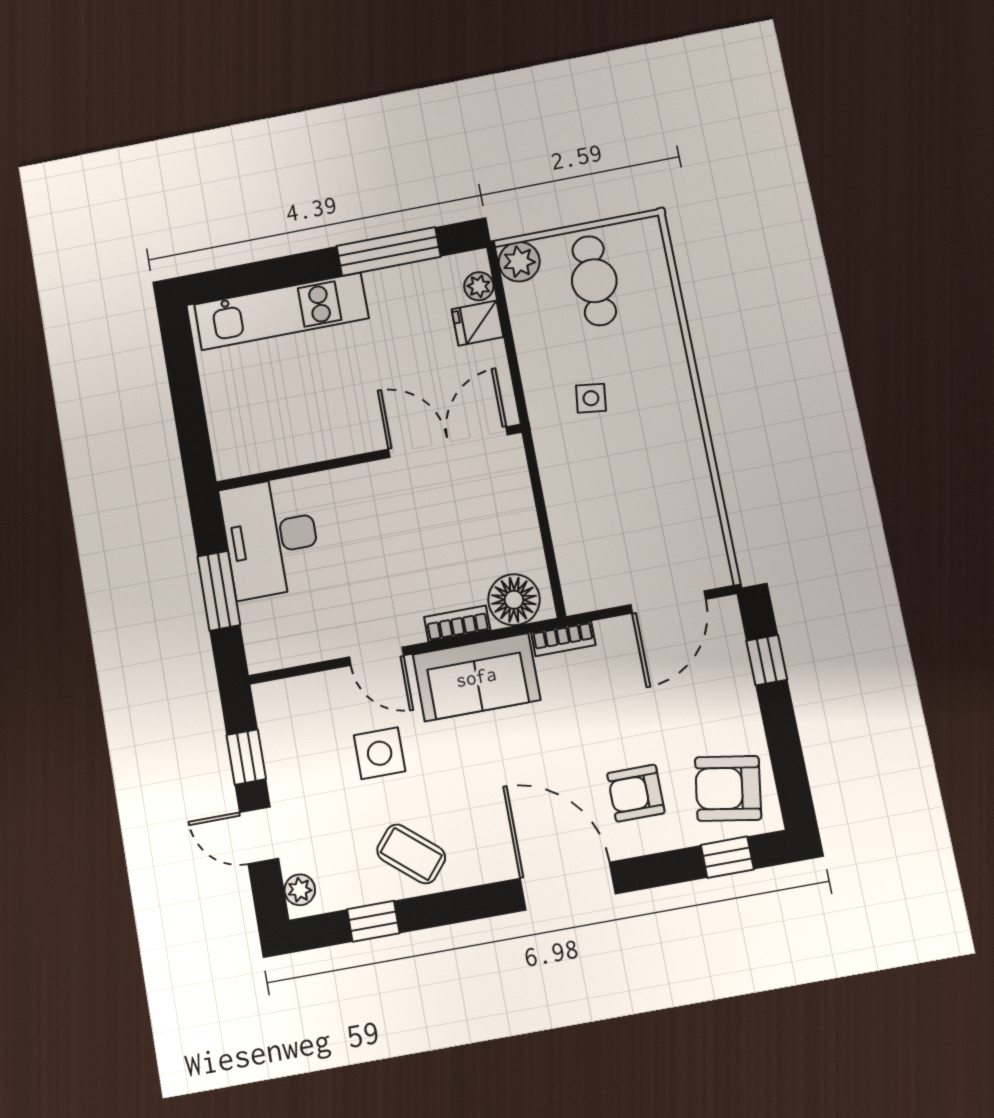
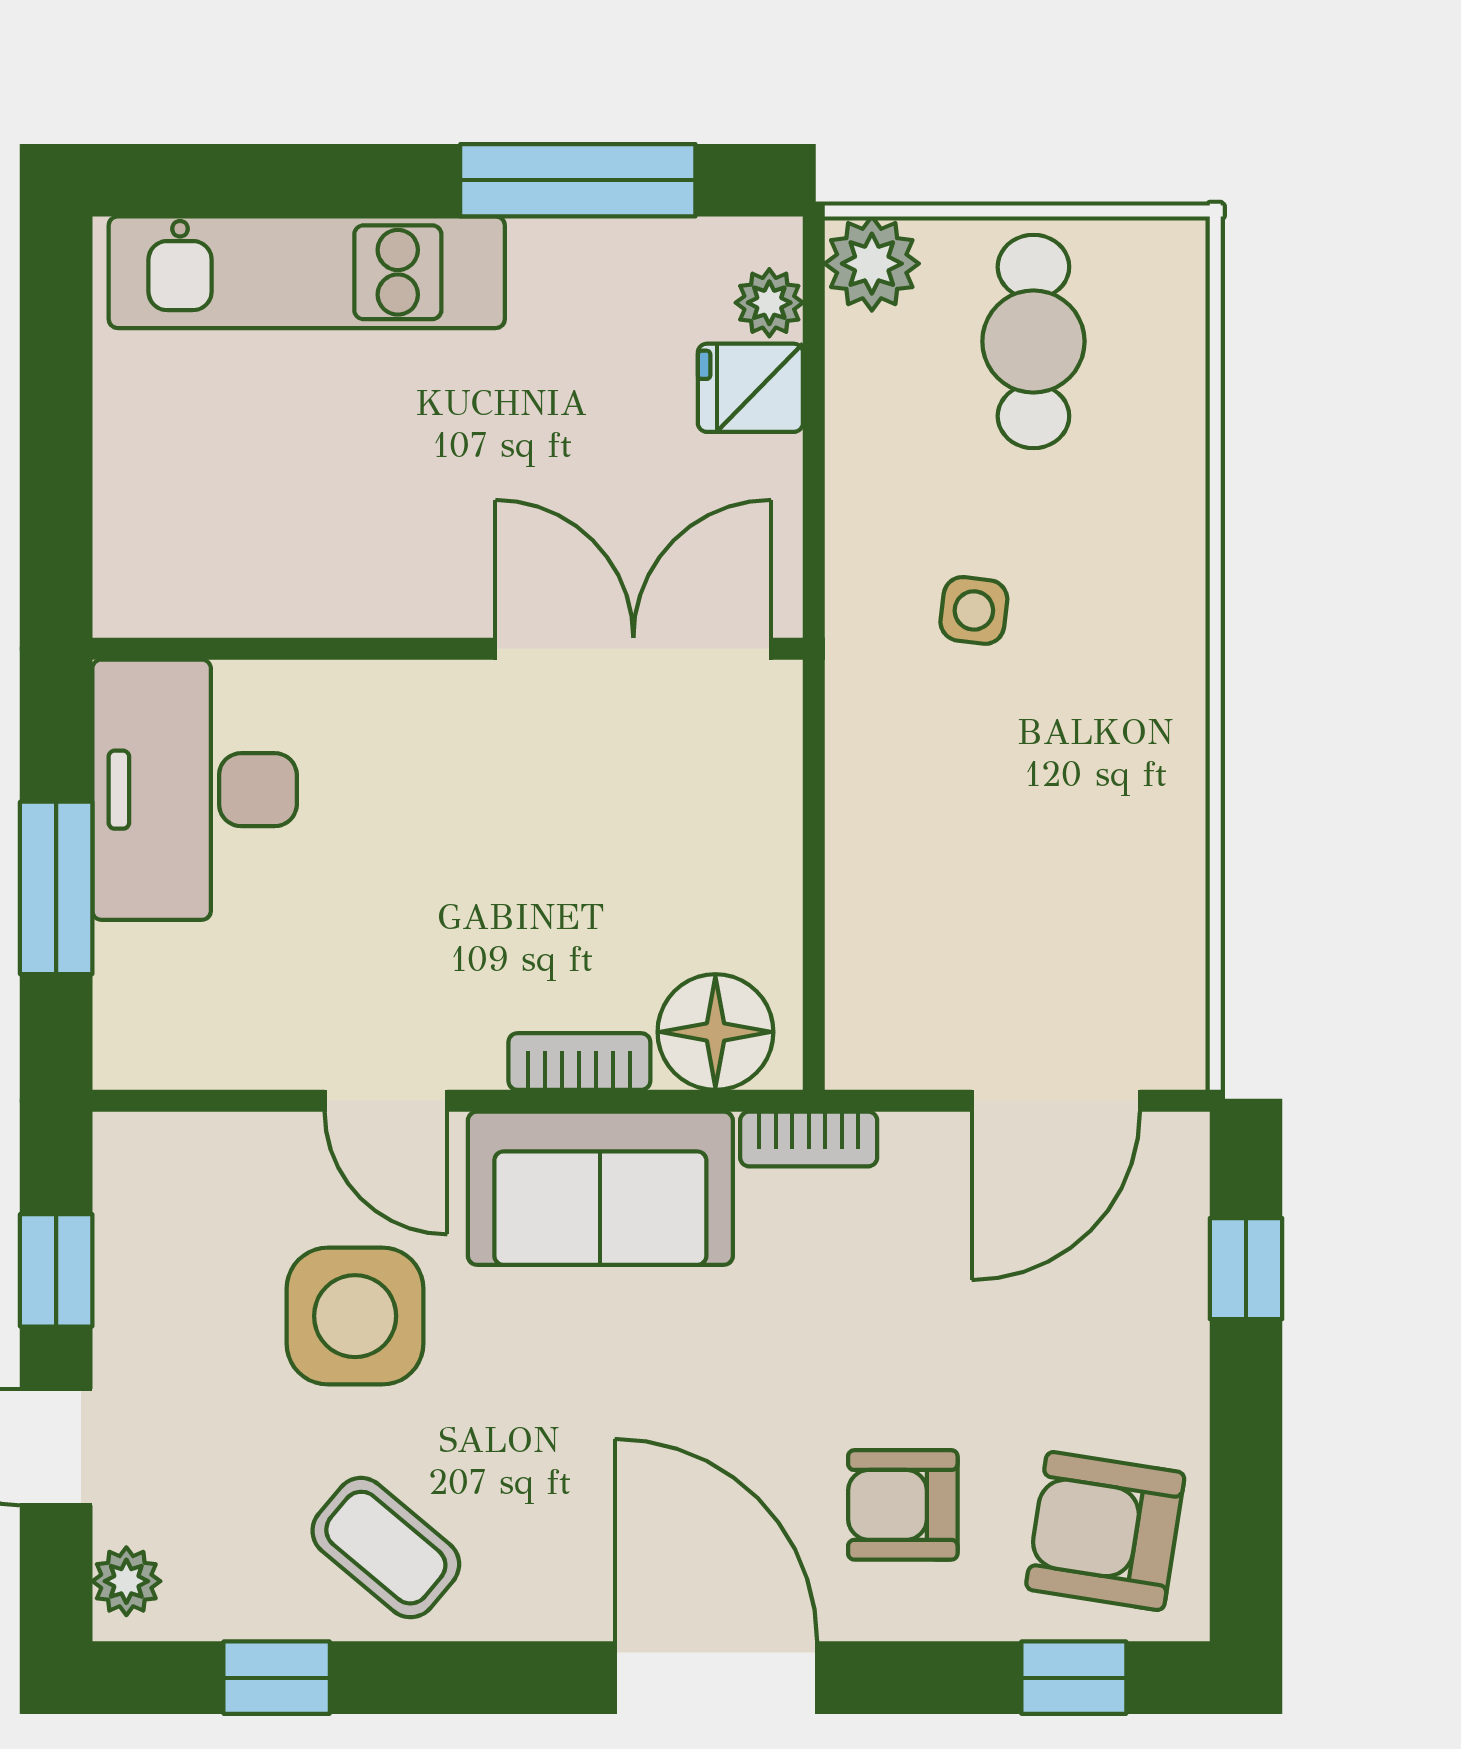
side table: (380, 753) -> (355, 1316), width x1.37, depth x1.37

